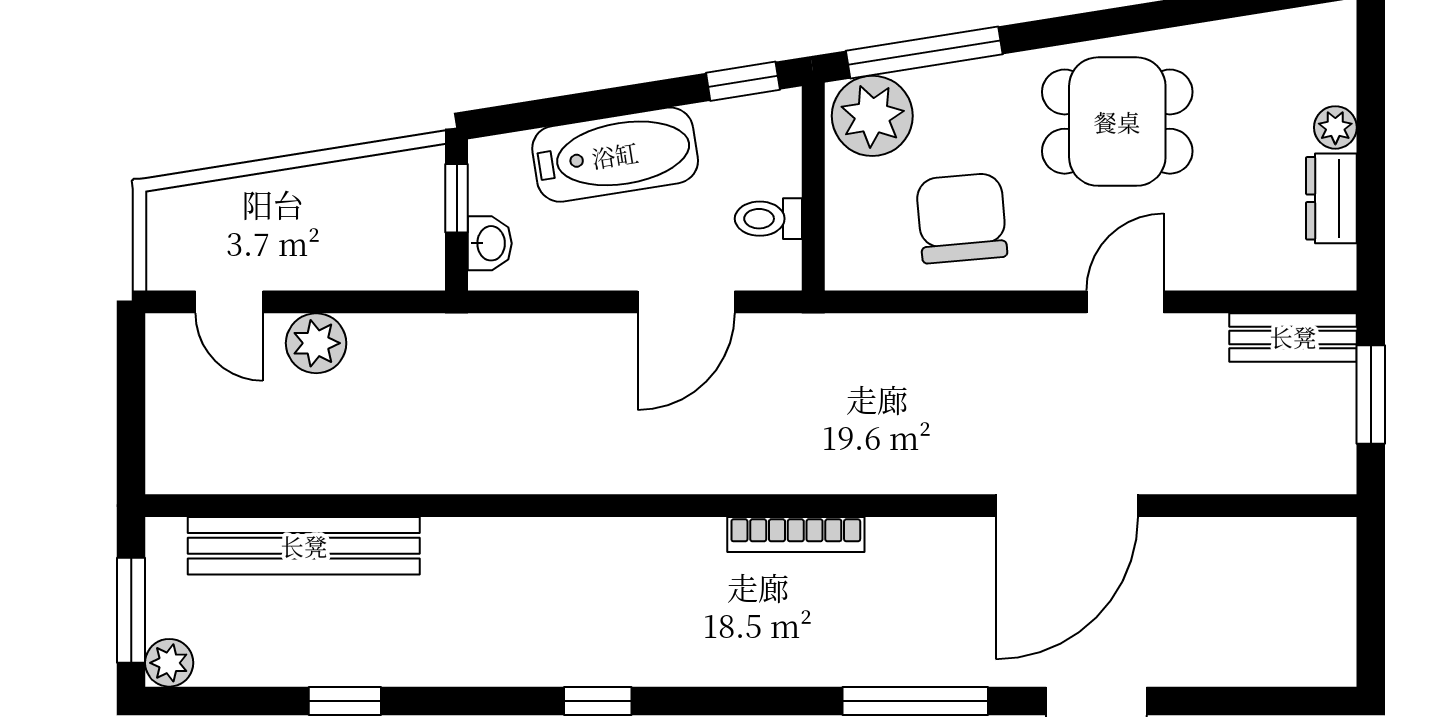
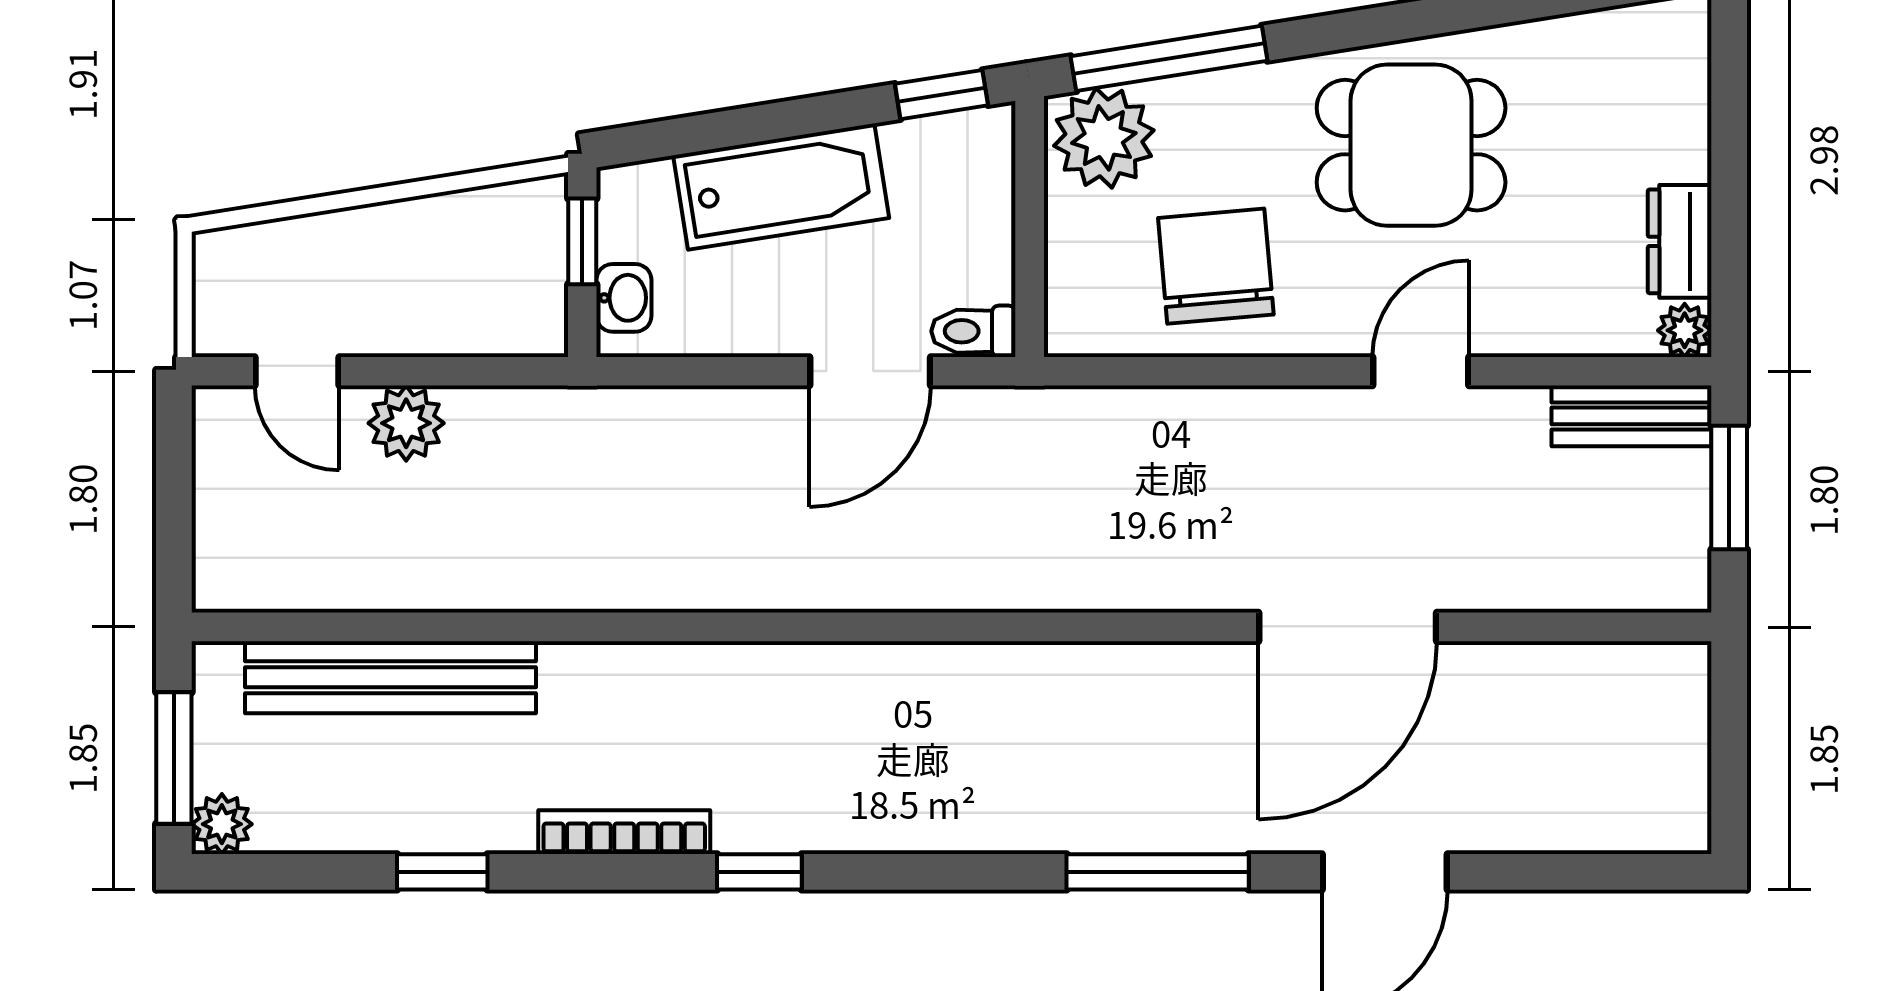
plant: (1335, 127) -> (1685, 330), moved
toilet: (768, 219) -> (973, 331), moved
bookcase: (796, 534) -> (624, 832), moved, turned 180

